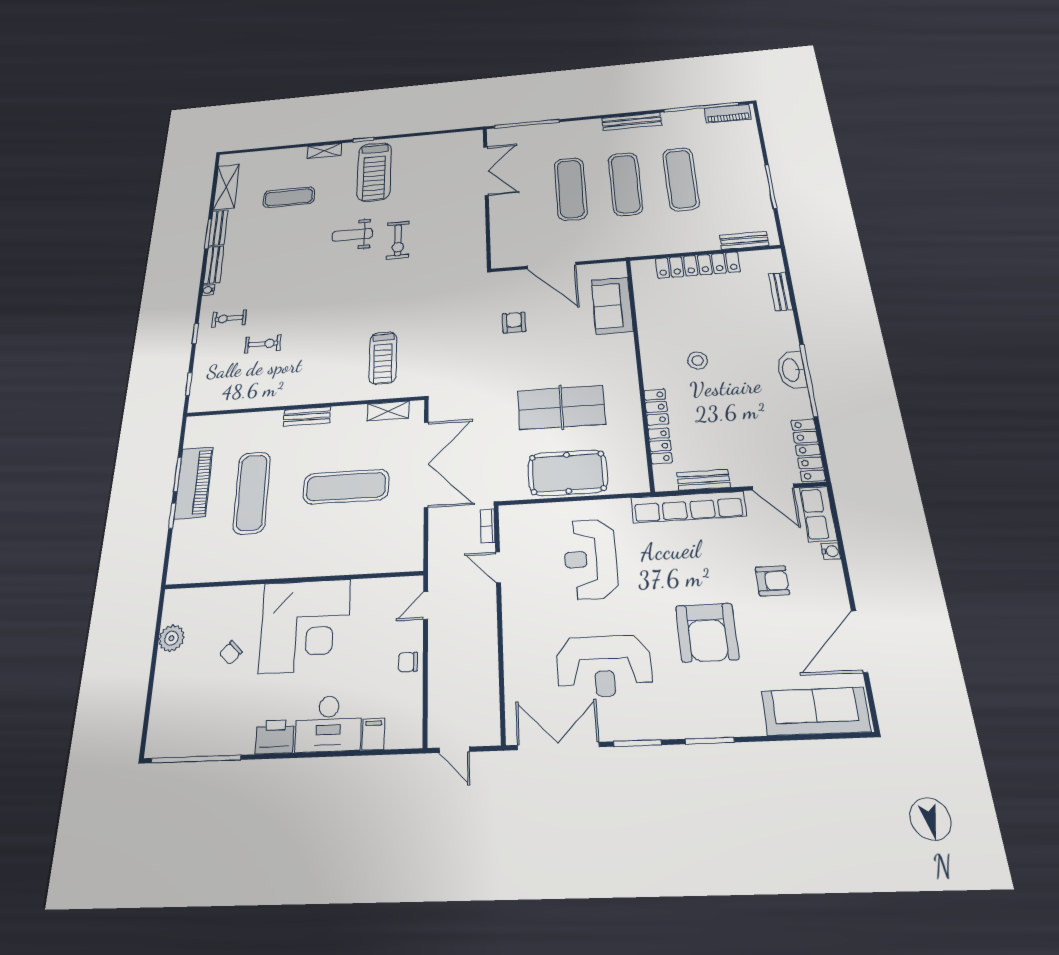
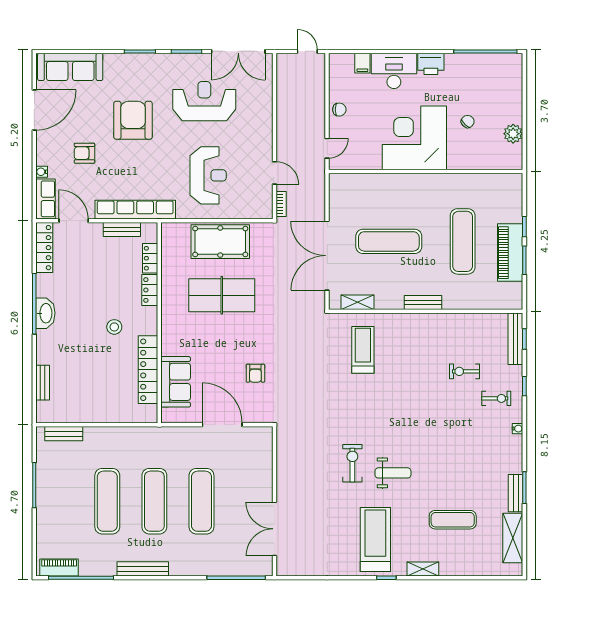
bench: (214, 265) -> (515, 339), moved, width x1.36
locker: (698, 265) -> (148, 370), moved, turned -90

